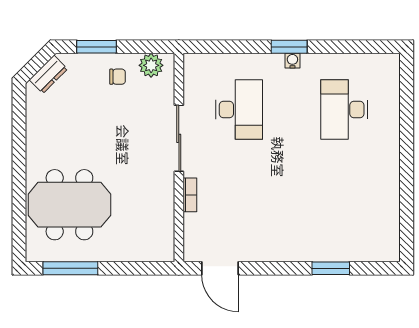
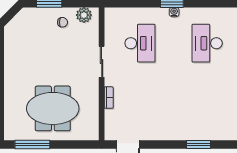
dresser: (48, 74) -> (18, 21), removed
sliding door: (179, 138) -> (102, 62), width x0.73
meeting table: (69, 205) -> (53, 108), moved

